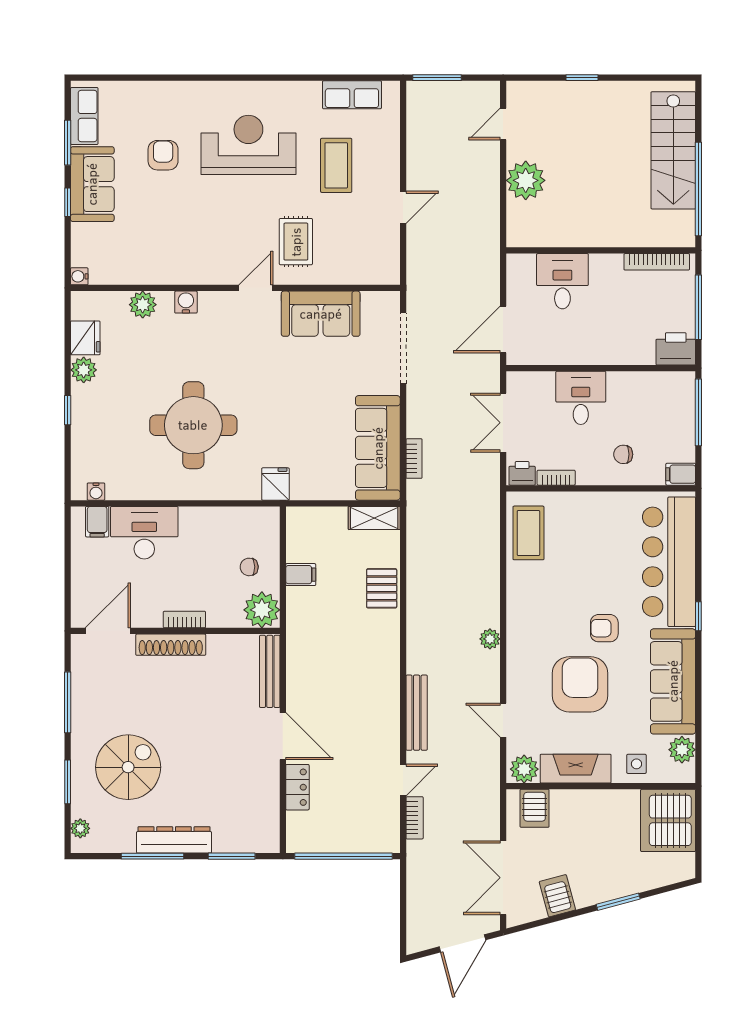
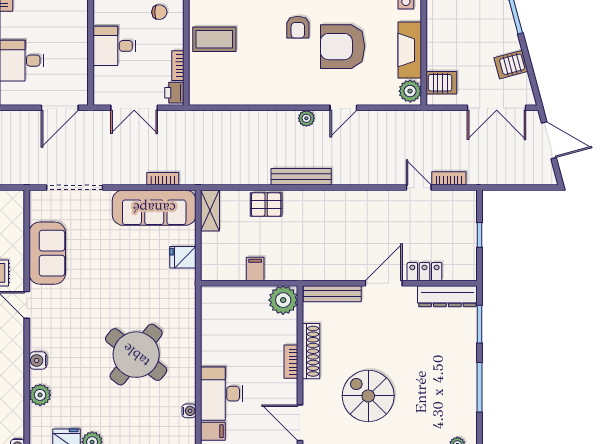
door: (503, 329) -> (60, 108), hinge flipped
round table: (193, 425) -> (136, 355), turned 38
chair: (623, 454) -> (159, 12), turned -90
fridge: (275, 484) -> (183, 257), moved
water cooler: (96, 492) -> (189, 411), moved
coffee table: (528, 533) -> (214, 39), moved
chair: (249, 567) -> (249, 310), removed
shoe rack: (171, 645) -> (311, 351), moved
bench: (417, 713) -> (301, 177), moved
door: (503, 720) -> (343, 108), moved
spiral stairs: (128, 767) -> (368, 396), moved
dresser: (174, 840) -> (447, 296), moved, turned -90
window: (344, 856) -> (479, 235), width x0.32

